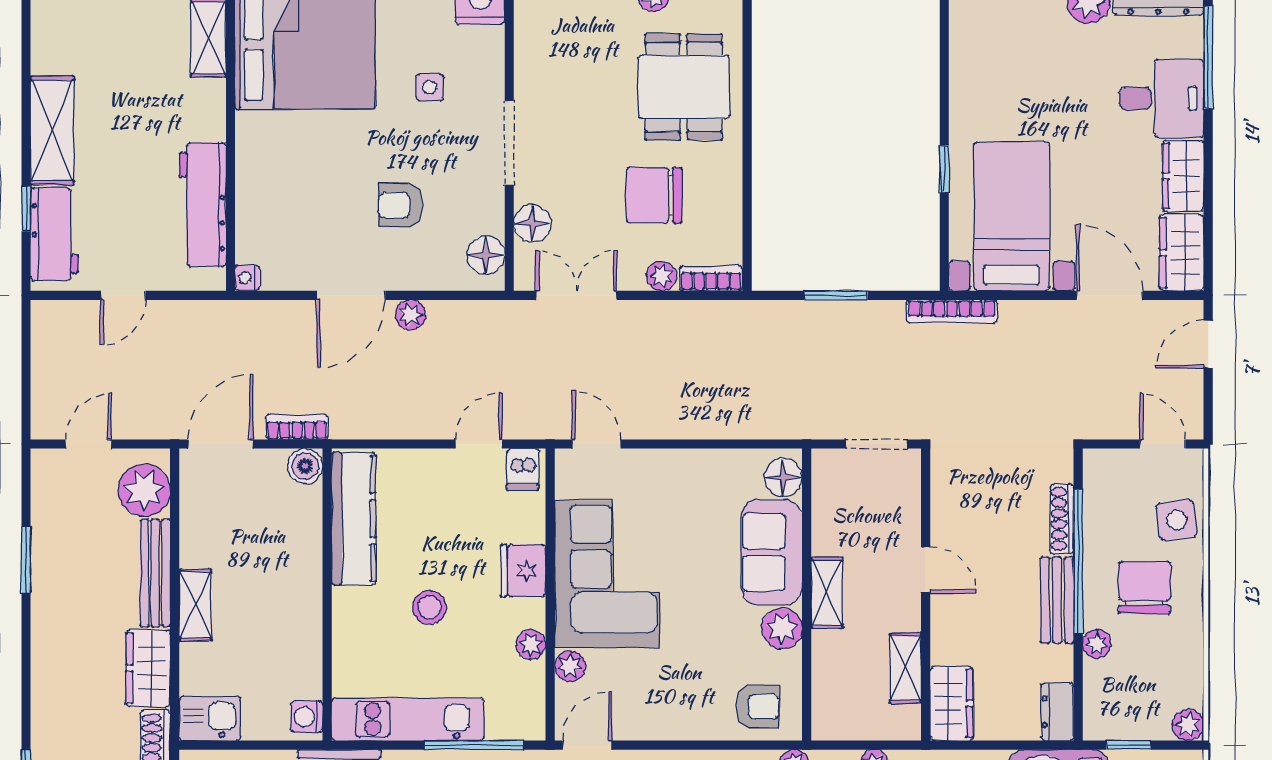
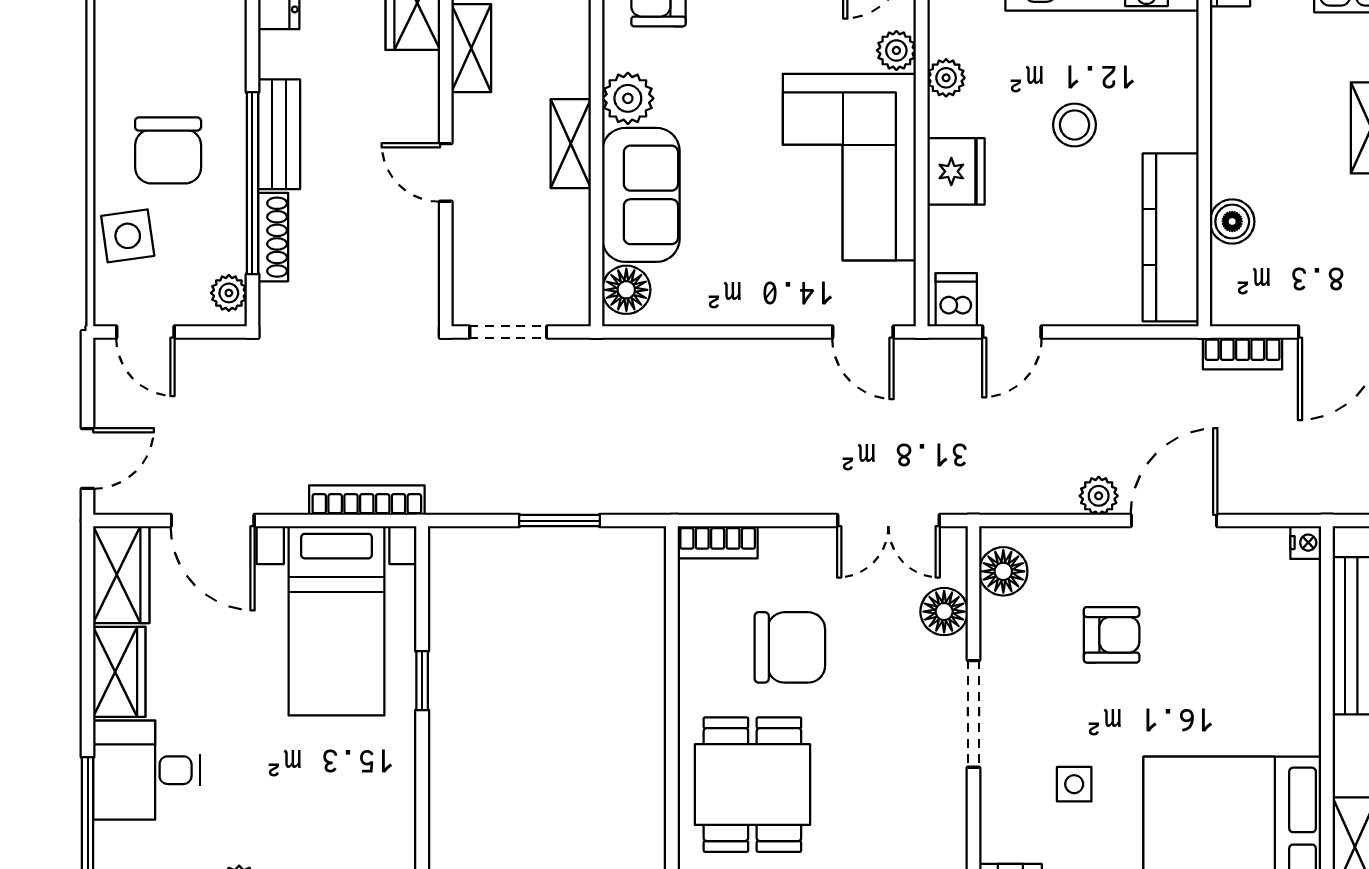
plant: (662, 276) -> (780, 545), removed
bookcase: (952, 311) -> (367, 500), moved
boiler: (305, 466) -> (1232, 221), moved
plant: (1097, 644) -> (229, 293), moved

